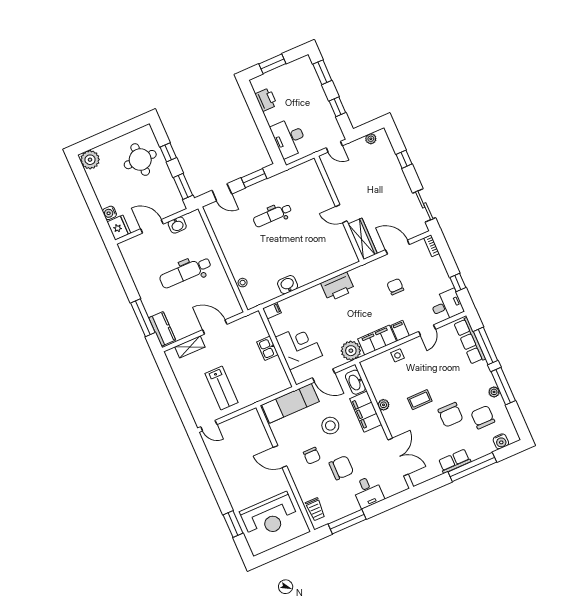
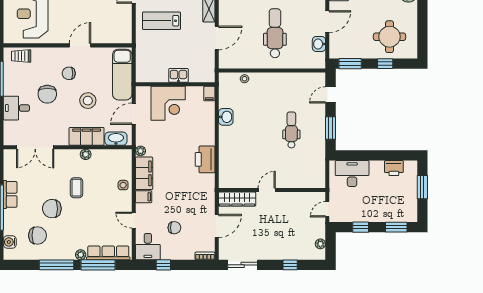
chair: (395, 287) -> (174, 228), moved
plant: (351, 351) -> (140, 151), width x0.53, depth x0.53
plant: (494, 392) -> (81, 255), moved

